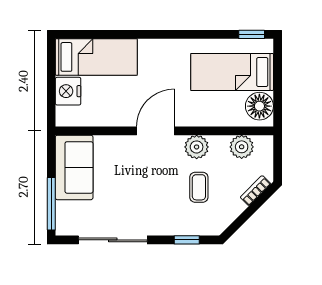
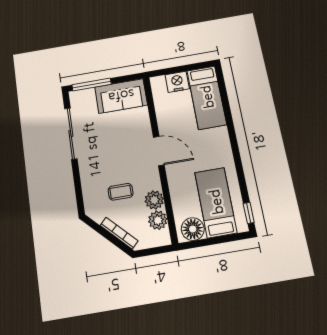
plant: (197, 147) -> (154, 200), moved
bookcase: (256, 191) -> (119, 233), width x1.56
window: (187, 240) -> (78, 189), removed

